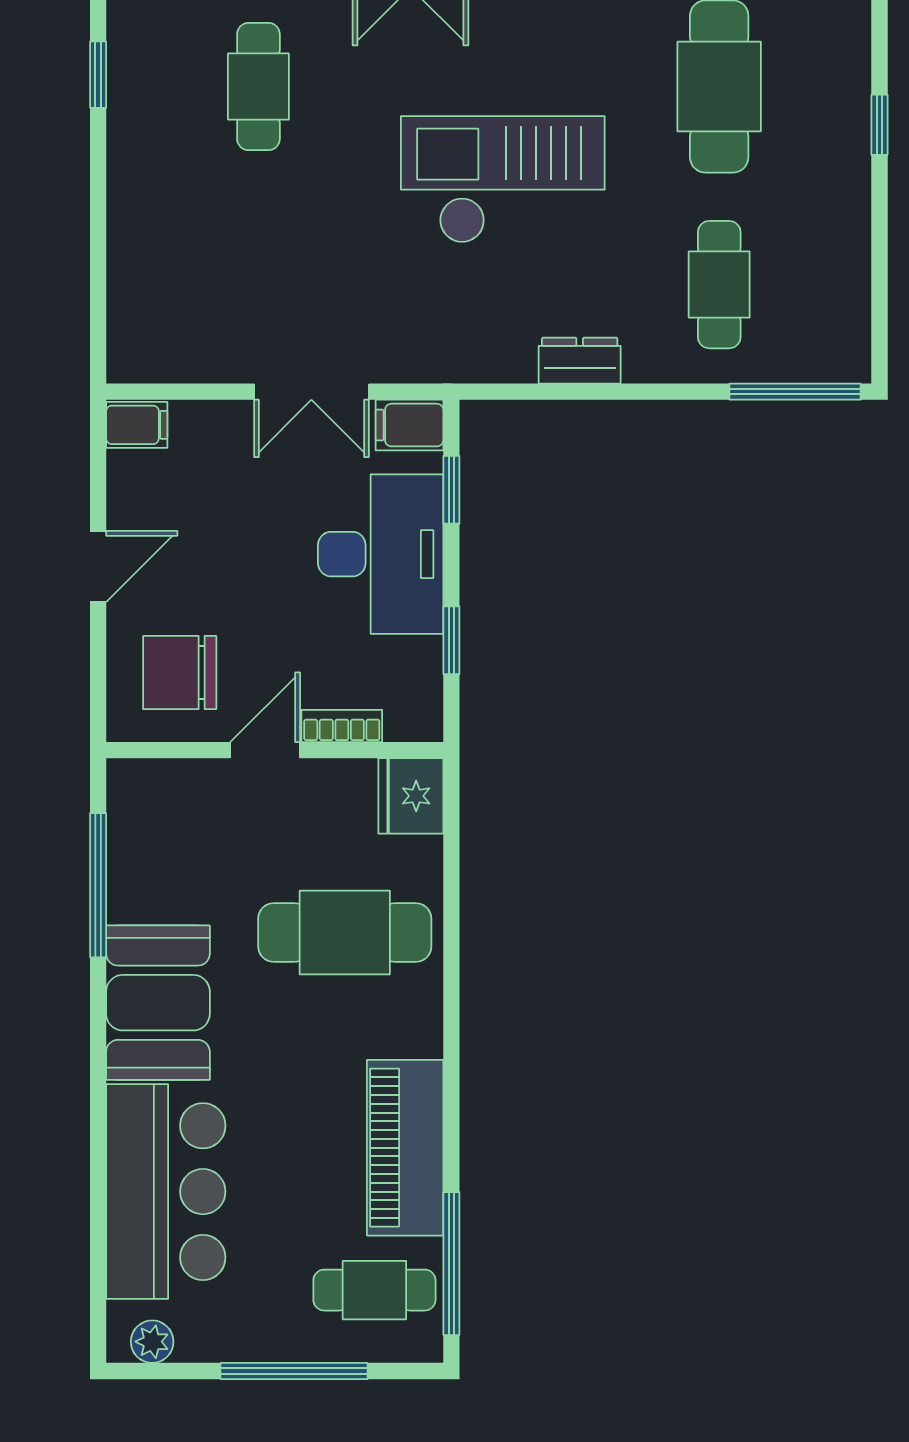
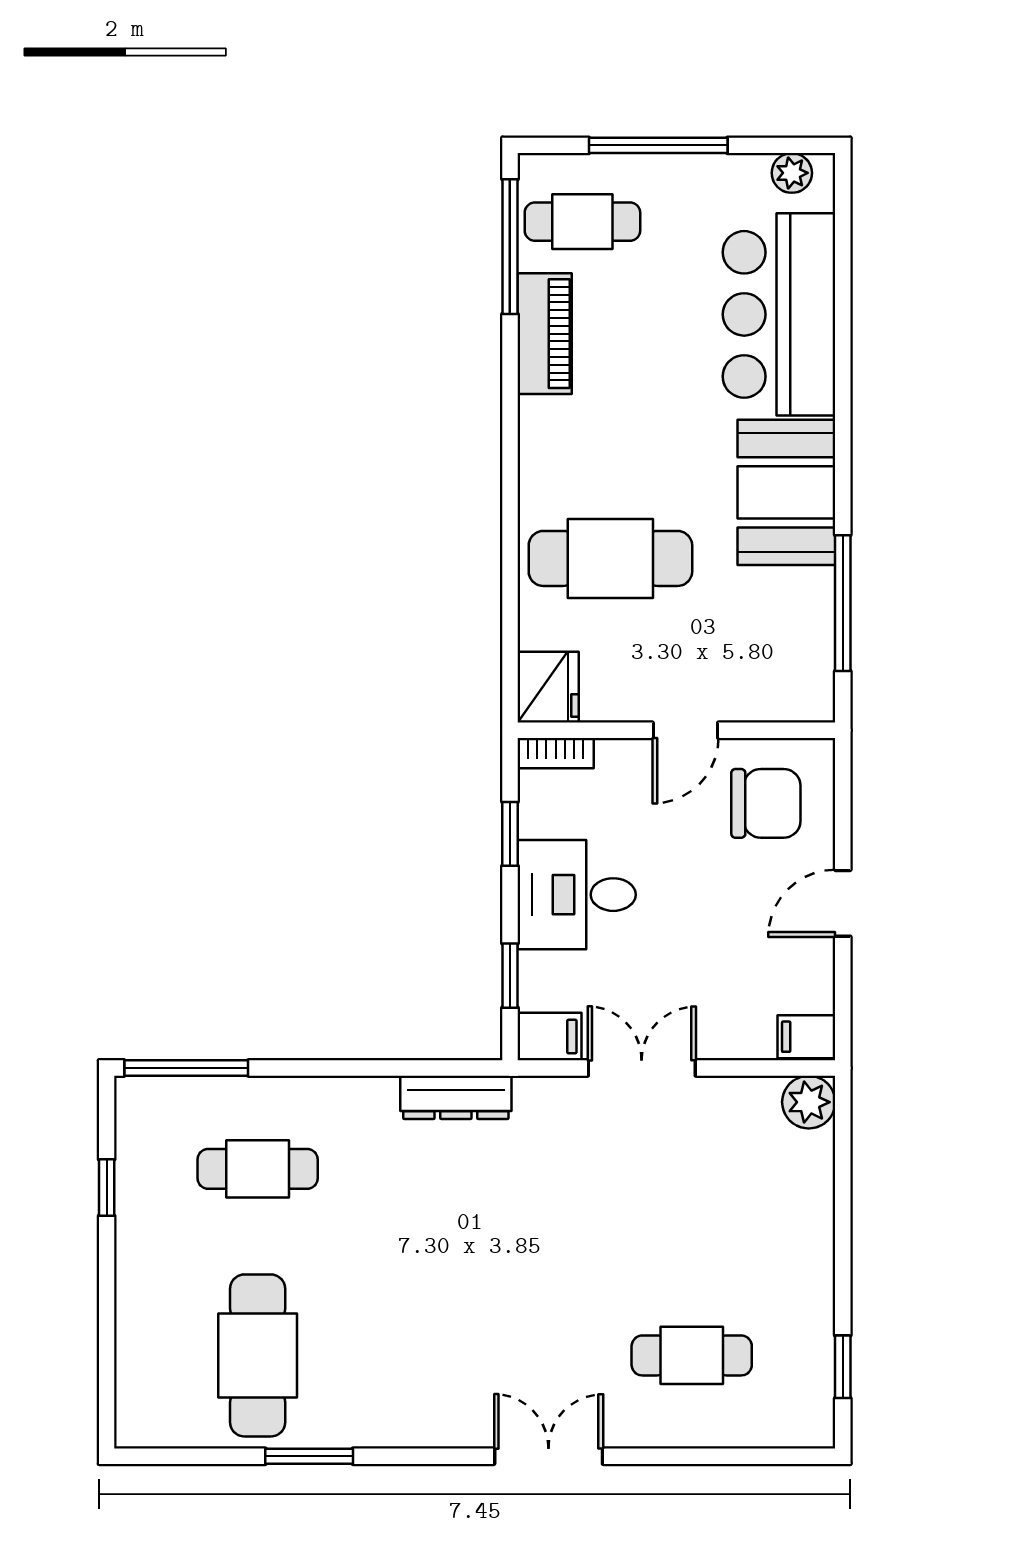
cafe table: (258, 87) -> (692, 1355), turned 90
window: (880, 125) -> (107, 1188), moved
checkout: (503, 180) -> (462, 1268), removed
cafe table: (719, 285) -> (258, 1169), turned 90
plant: (134, 355) -> (809, 1102), added
dresser: (580, 361) -> (456, 1097), moved, width x1.44
desk: (381, 554) -> (577, 895), width x0.73
bookcase: (342, 726) -> (556, 753), moved
piano: (405, 1148) -> (545, 334), width x0.73, depth x0.75

